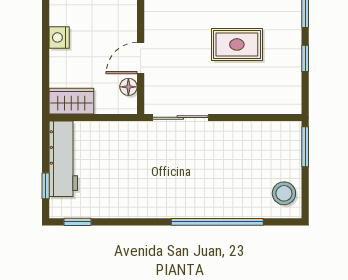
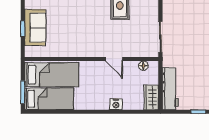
door: (141, 58) -> (114, 59), moved
workbench: (63, 159) -> (170, 89), moved, turned 90

